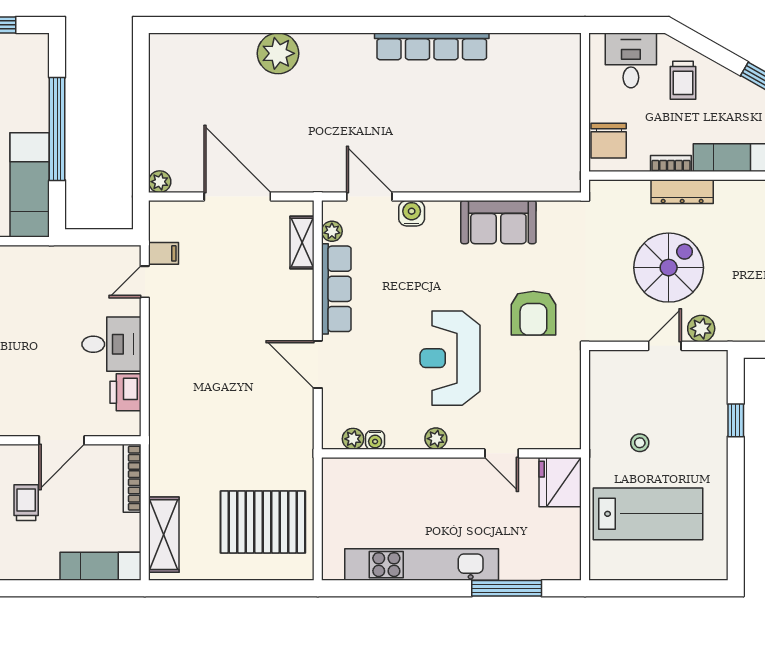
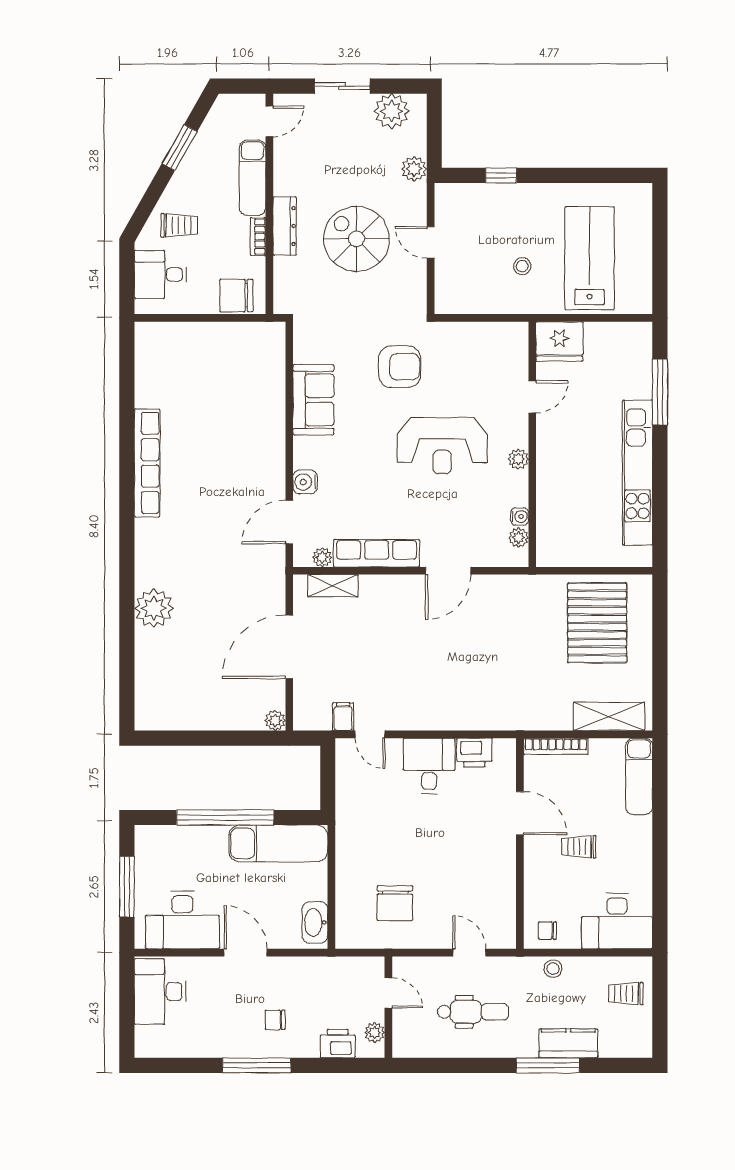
chair: (609, 141) -> (236, 296), turned 180
plant: (701, 329) -> (414, 169), moved

